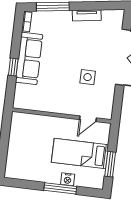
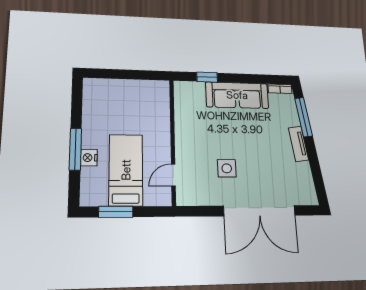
tv unit: (87, 15) -> (298, 144), moved
window: (13, 67) -> (207, 77), moved
door: (88, 119) -> (173, 175), hinge flipped

